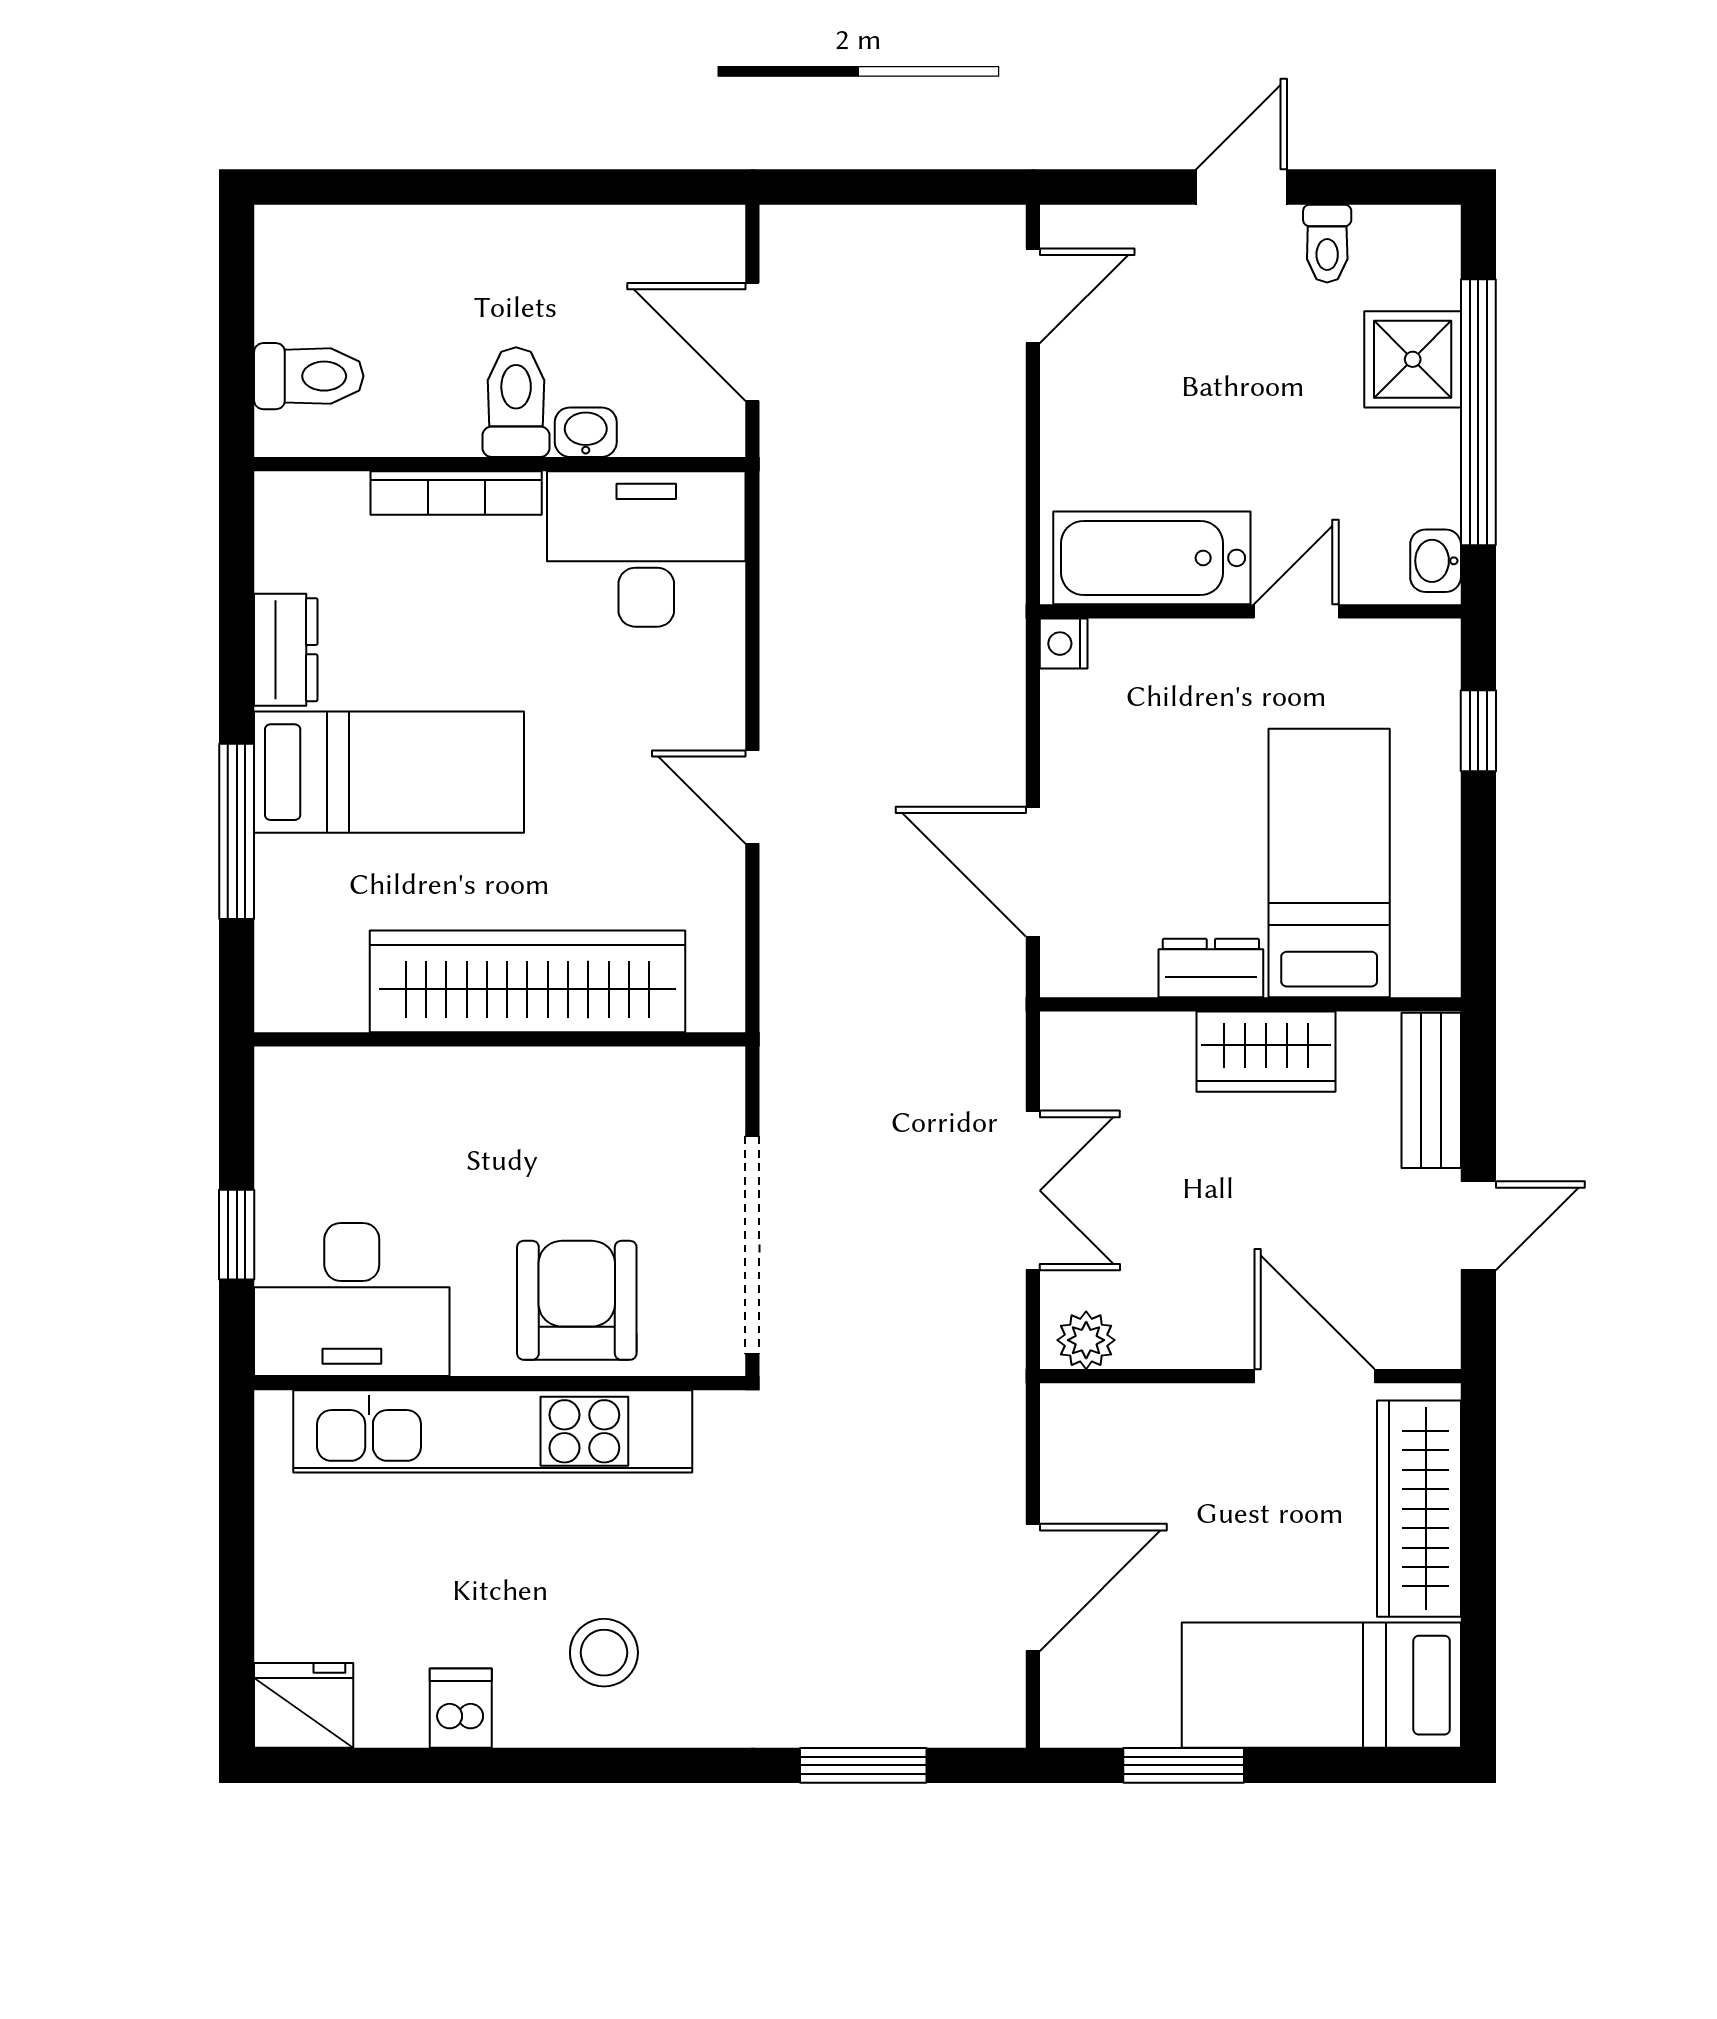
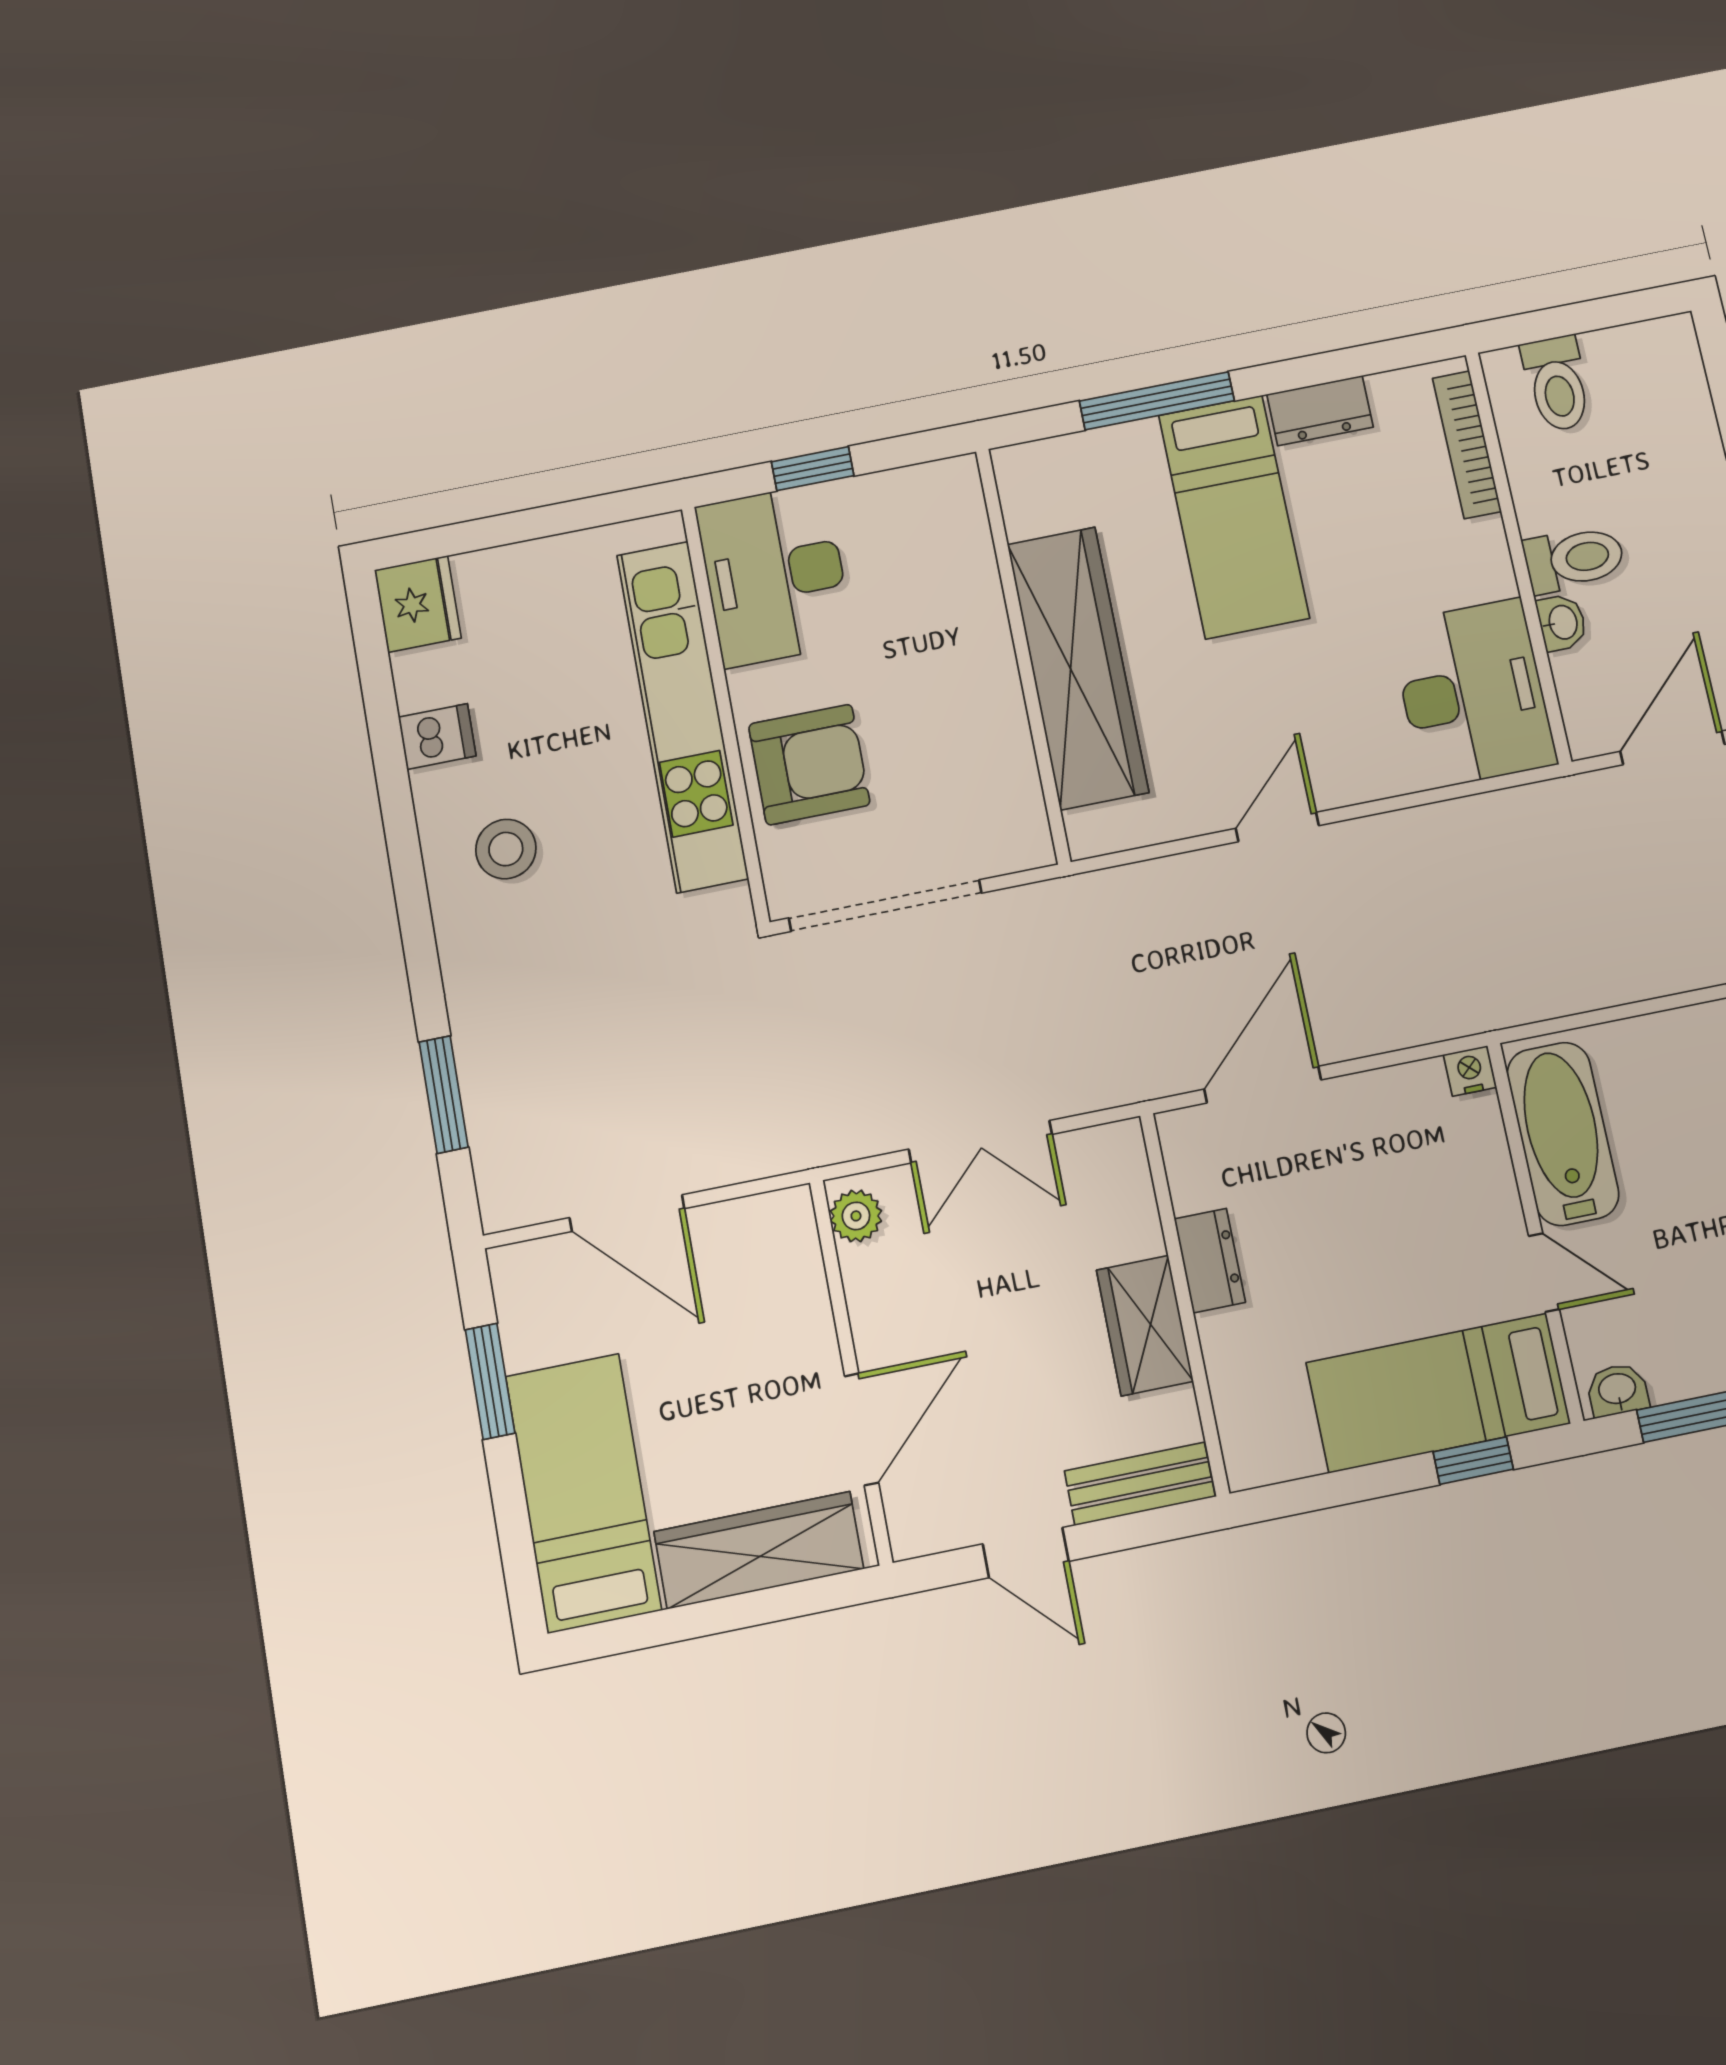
bookcase: (456, 493) -> (1467, 445), moved
bed: (1329, 863) -> (1438, 1393), moved, turned 180

